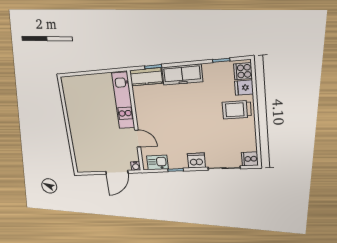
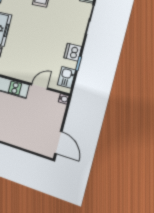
dishwasher: (196, 161) -> (73, 52), moved
door: (117, 172) -> (58, 143), moved

